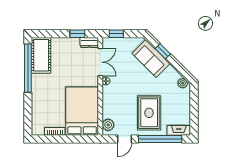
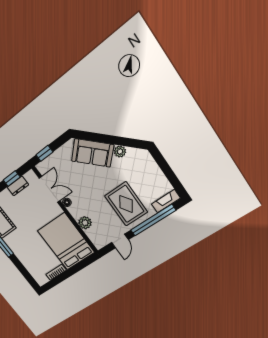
dresser: (89, 42) -> (18, 186), moved
window: (163, 51) -> (99, 138), removed
plant: (183, 83) -> (120, 152), moved
plant: (108, 125) -> (85, 223), moved

